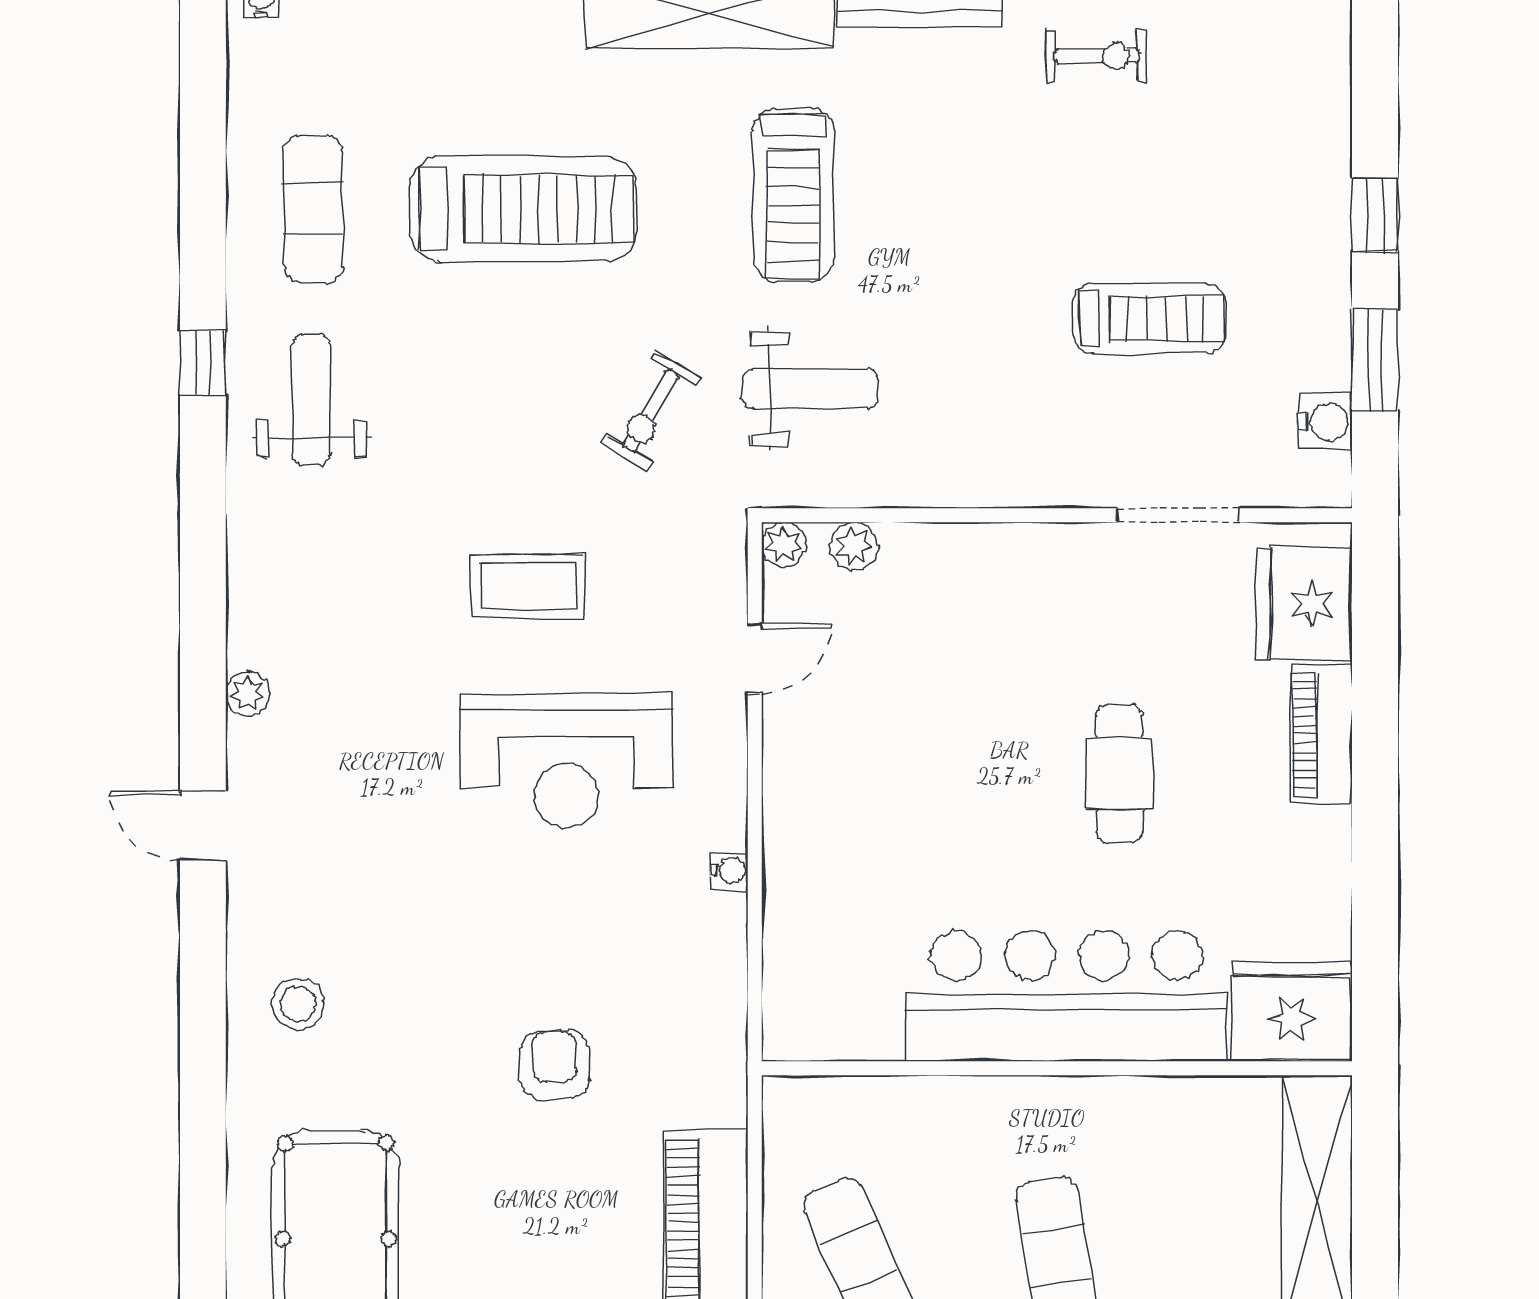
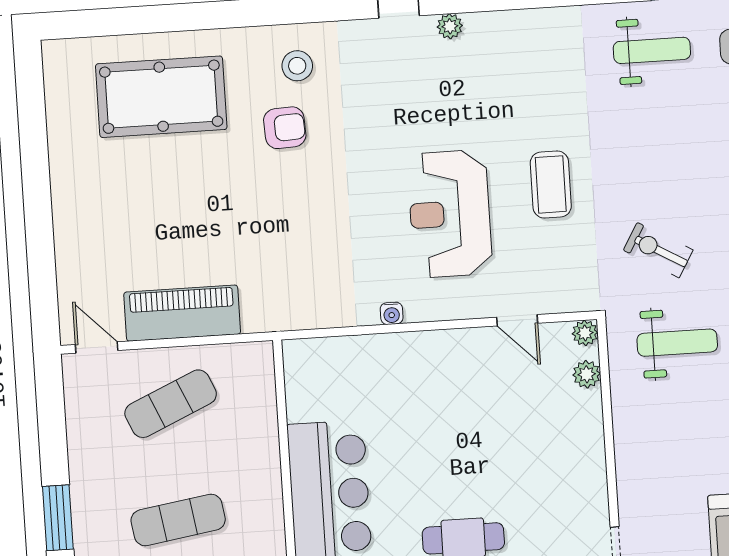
weight bench: (810, 389) -> (677, 343), turned -90
plant: (248, 694) -> (450, 26), moved
armchair: (555, 1065) -> (285, 128), moved

